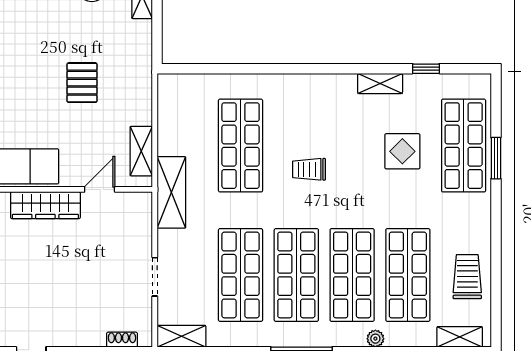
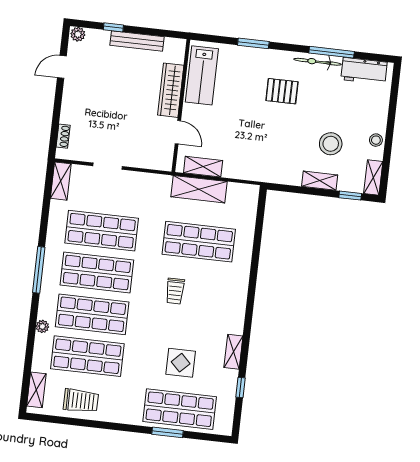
pallet: (82, 83) -> (282, 91), moved
trolley: (309, 169) -> (175, 291), turned 180
shelving: (171, 192) -> (199, 189), moved

